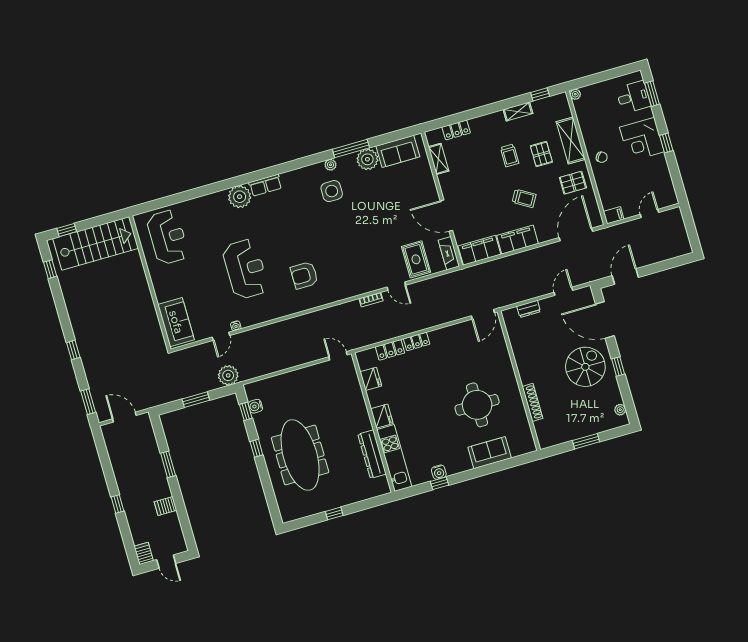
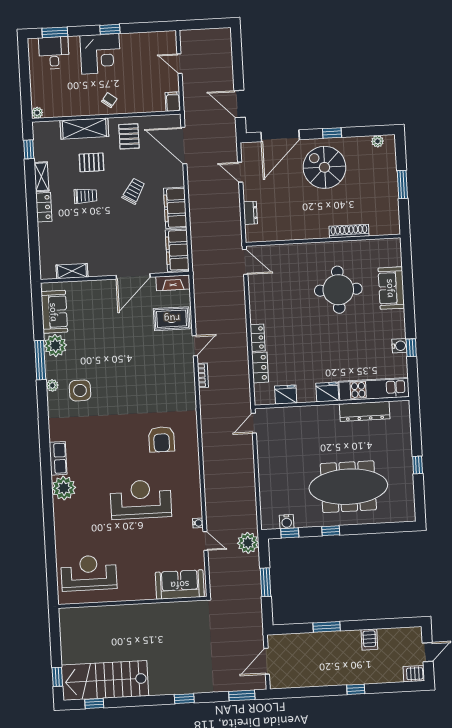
locker: (456, 130) -> (44, 207), moved
stairs: (96, 243) -> (105, 680), moved, turned -90

